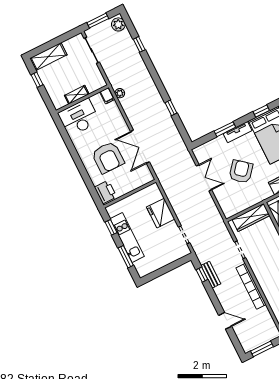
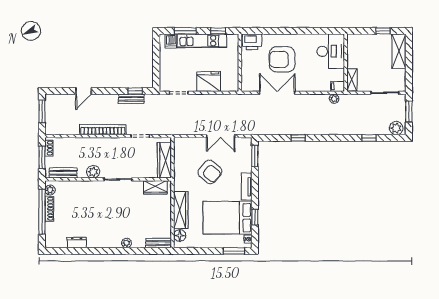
shelving: (77, 95) -> (352, 80), moved
window: (225, 129) -> (255, 156), moved
dishwasher: (141, 265) -> (171, 41), added

